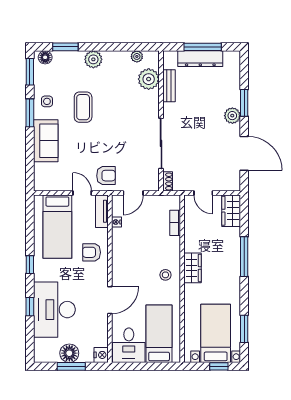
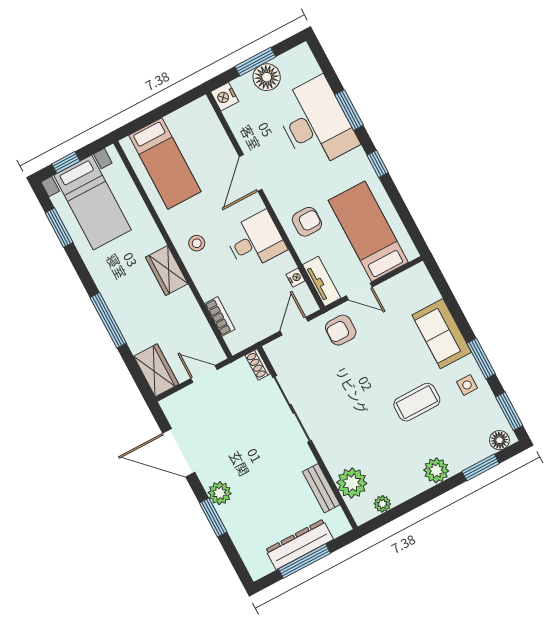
coffee table: (83, 107) -> (417, 402), turned 90
window: (30, 307) -> (349, 110), width x1.50
desk: (129, 345) -> (255, 241), moved, turned 90

